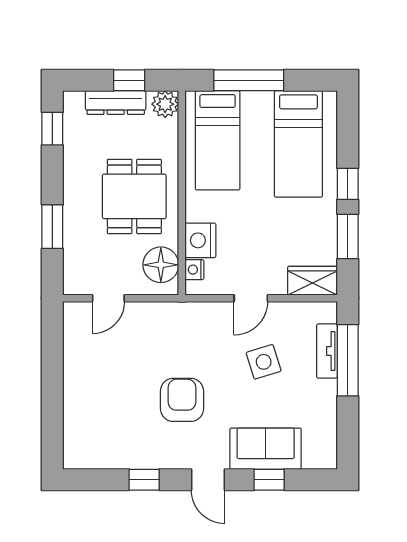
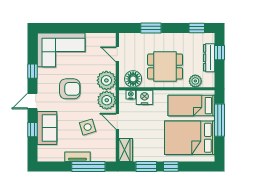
window: (129, 80) -> (220, 53), moved
plant: (165, 104) -> (195, 81), moved
bed: (298, 144) -> (190, 138), width x1.50
plant: (206, 321) -> (107, 100), added
plant: (164, 322) -> (106, 80), added
tv unit: (327, 351) -> (77, 157), moved
corner sofa: (99, 418) -> (61, 50), added

